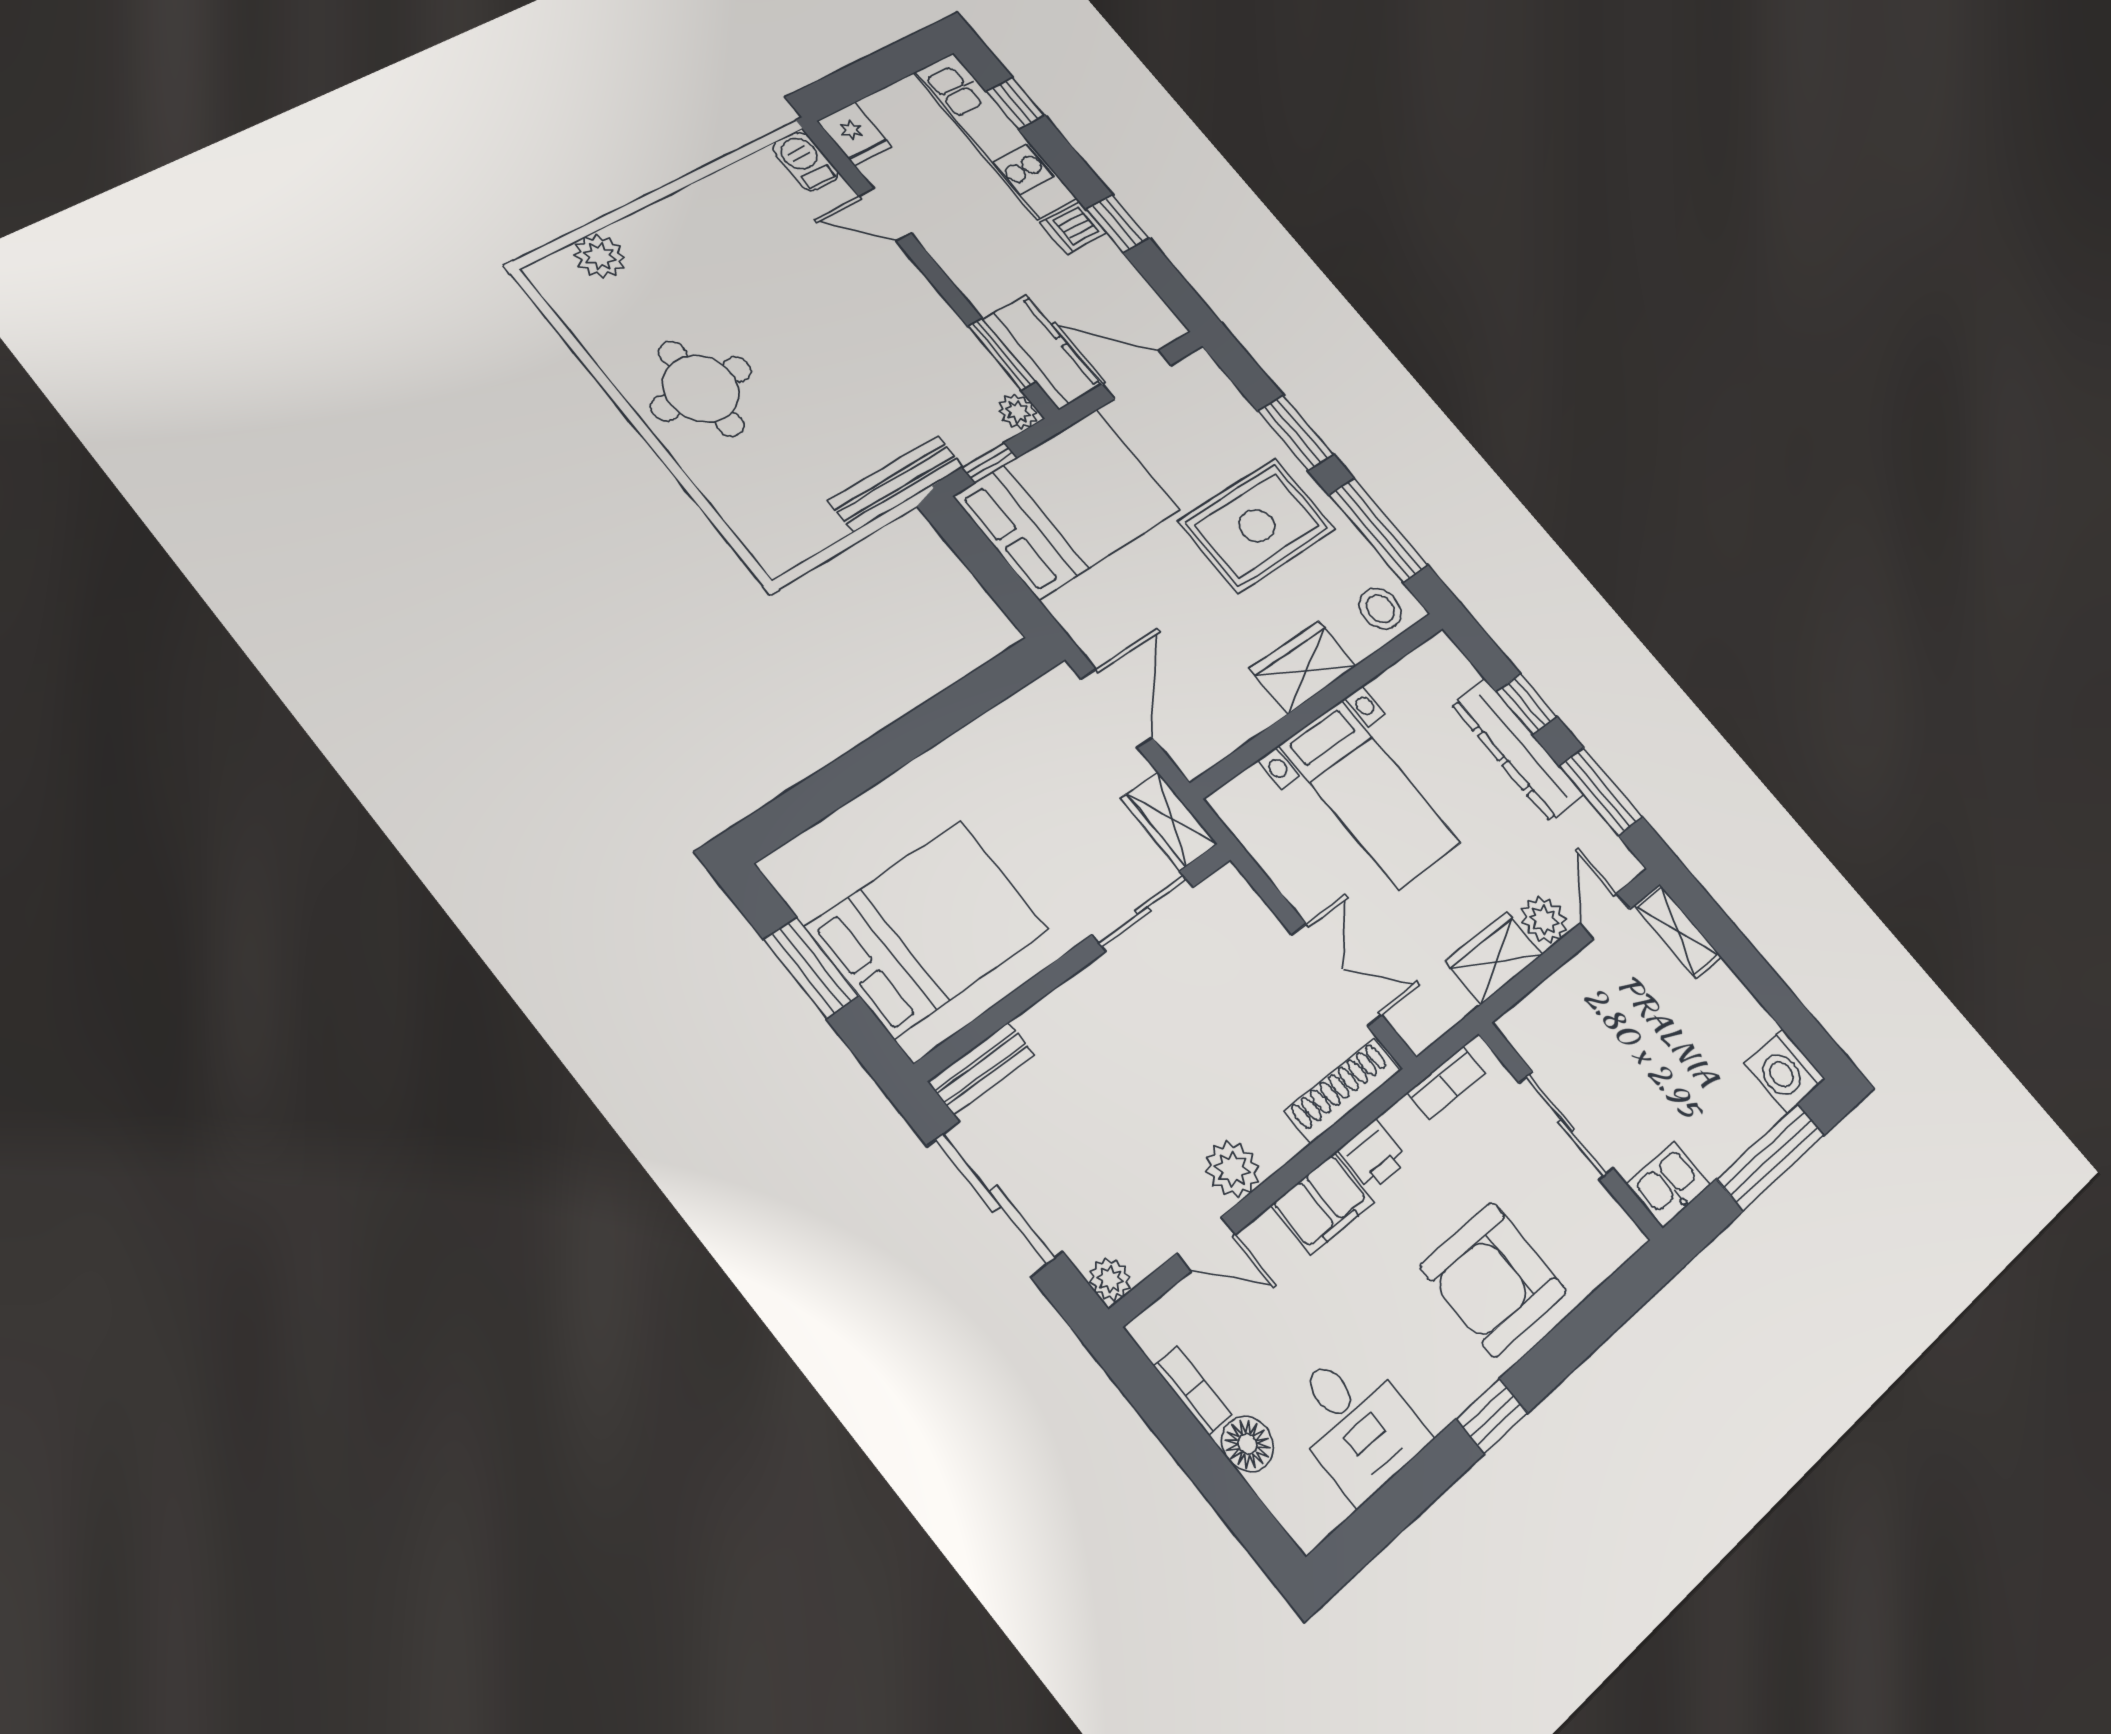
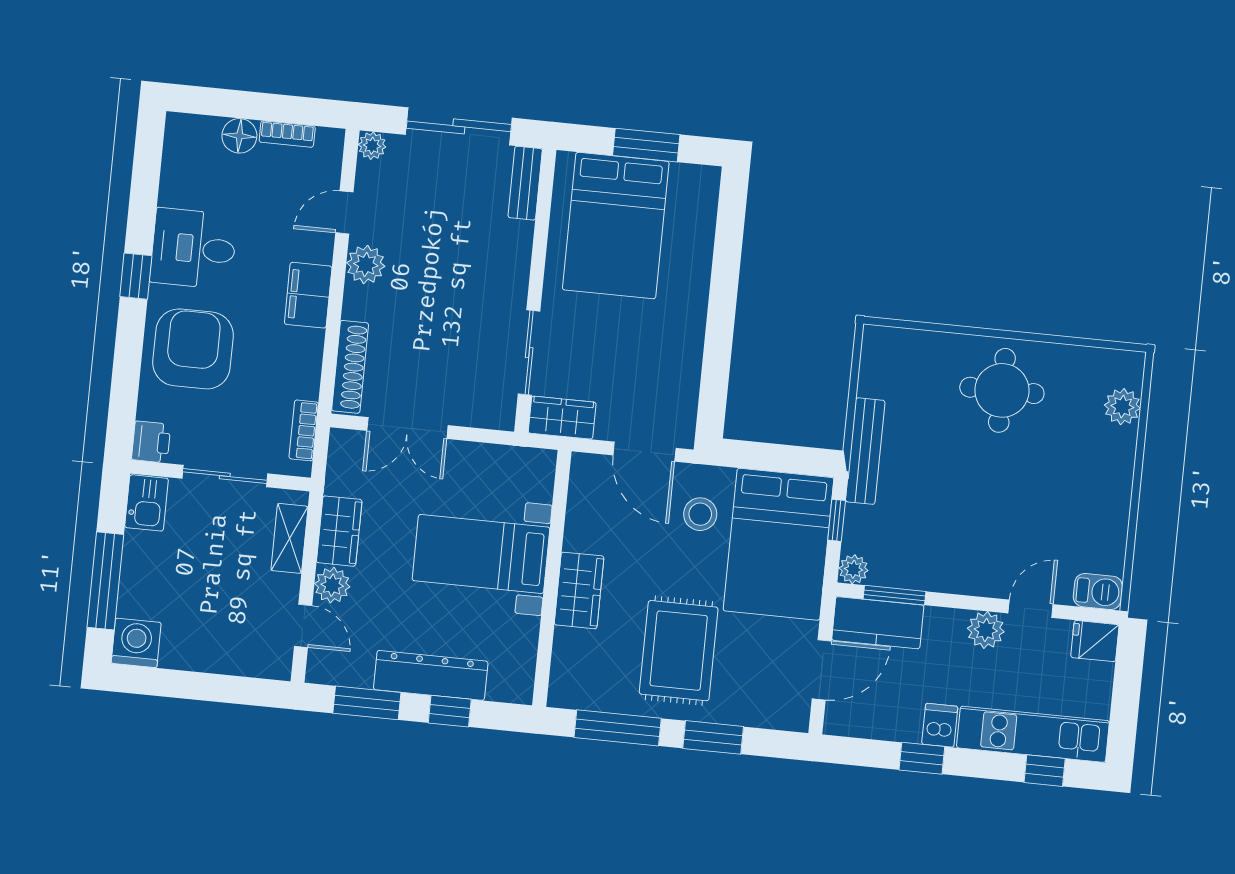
plant: (946, 244) -> (986, 630), added
stool: (1380, 609) -> (700, 514), moved
shelving: (1678, 931) -> (290, 538), moved, turned 90
printer: (1373, 1155) -> (151, 442), moved, turned 180
desk: (1356, 1423) -> (193, 249), moved

